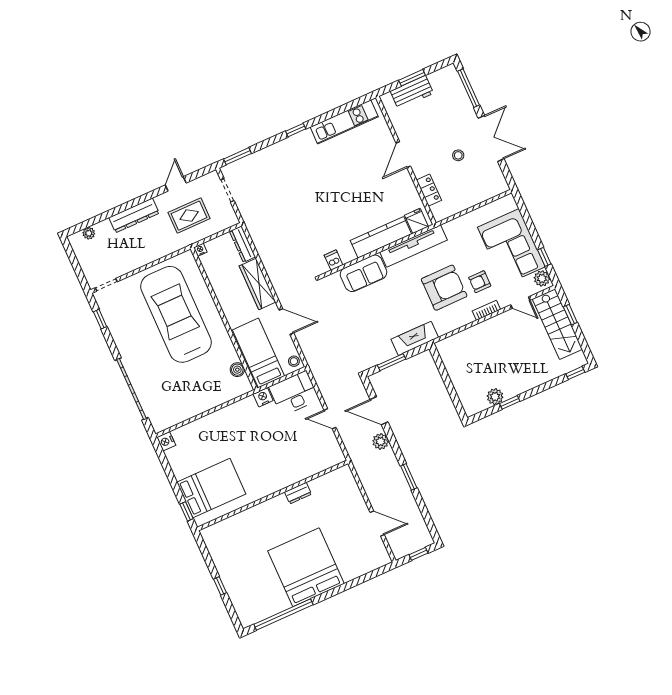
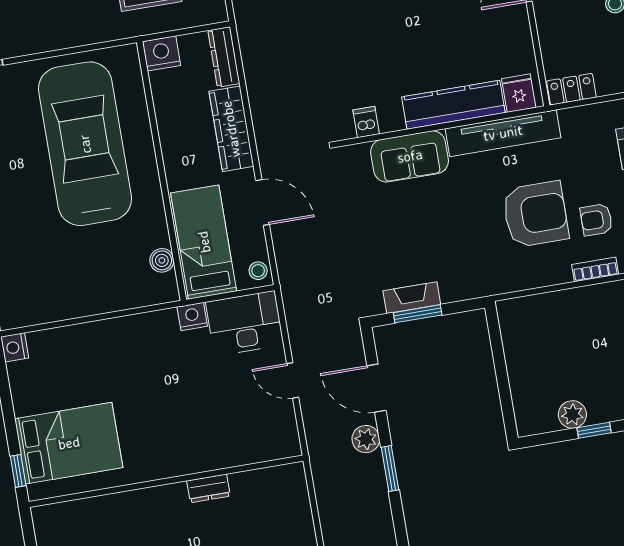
locker: (429, 190) -> (571, 89), moved, turned -90
nightstand: (200, 250) -> (161, 53), width x1.89, depth x1.79
fireplace: (415, 338) -> (412, 298), moved, width x0.73, depth x0.76
window: (409, 477) -> (390, 469), moved

